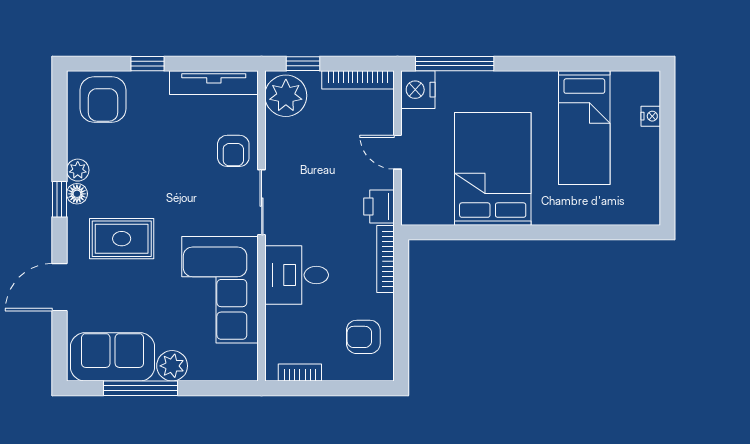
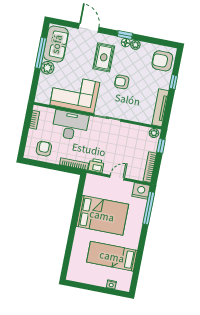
plant: (286, 96) -> (154, 133), width x0.53, depth x0.53
armchair: (233, 151) -> (122, 82), moved
desk: (297, 275) -> (70, 125), width x1.37

